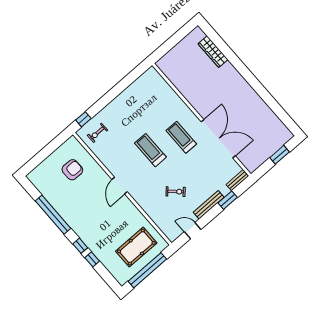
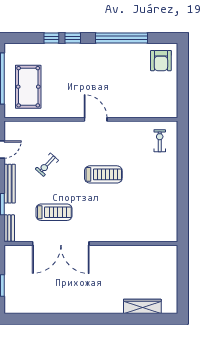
window: (83, 119) -> (183, 139), removed
treadmill: (181, 137) -> (54, 212), moved
armchair: (72, 170) -> (161, 61), moved

